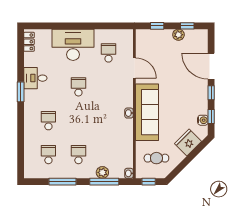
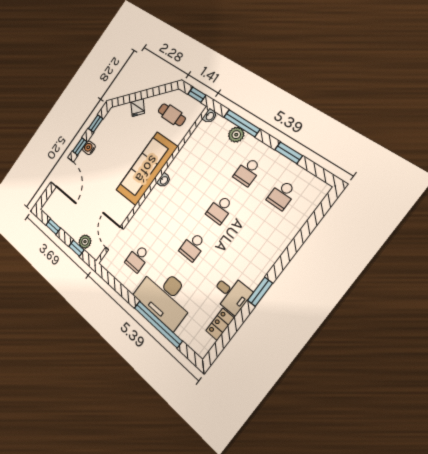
window: (65, 26) -> (158, 324), added
plant: (178, 35) -> (85, 242), moved
locker: (29, 42) -> (220, 324), moved
door: (134, 68) -> (114, 238), moved
water cooler: (203, 120) -> (89, 148), moved
school desk: (48, 121) -> (220, 210), moved
fridge: (188, 143) -> (138, 108), width x0.53, depth x0.75
window: (62, 182) -> (289, 153), width x0.69

